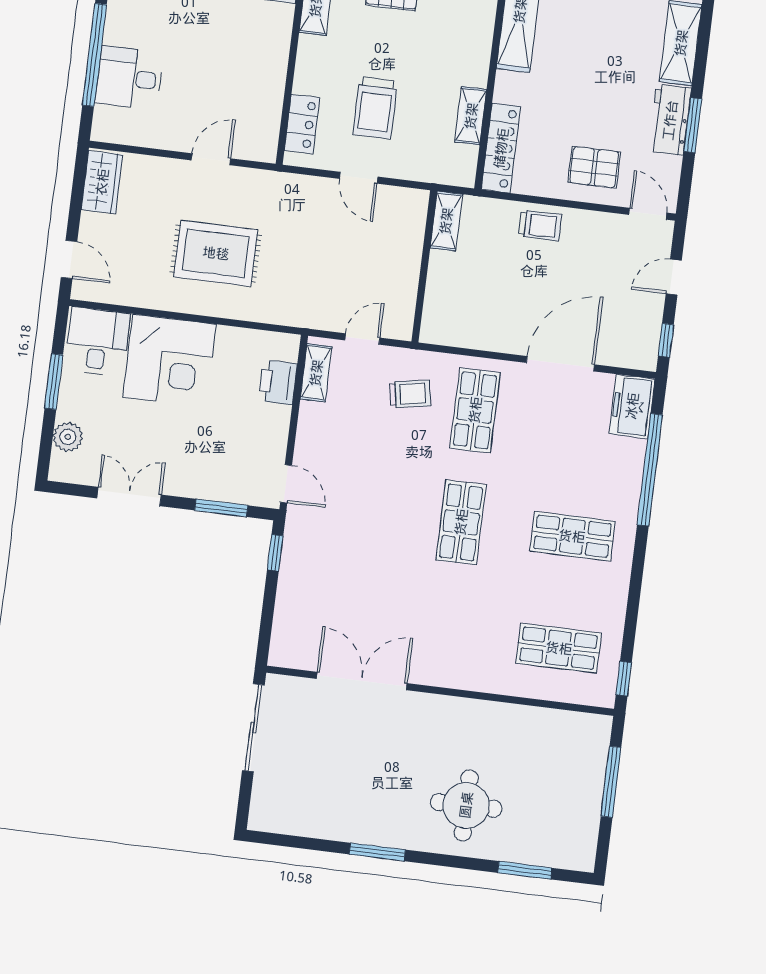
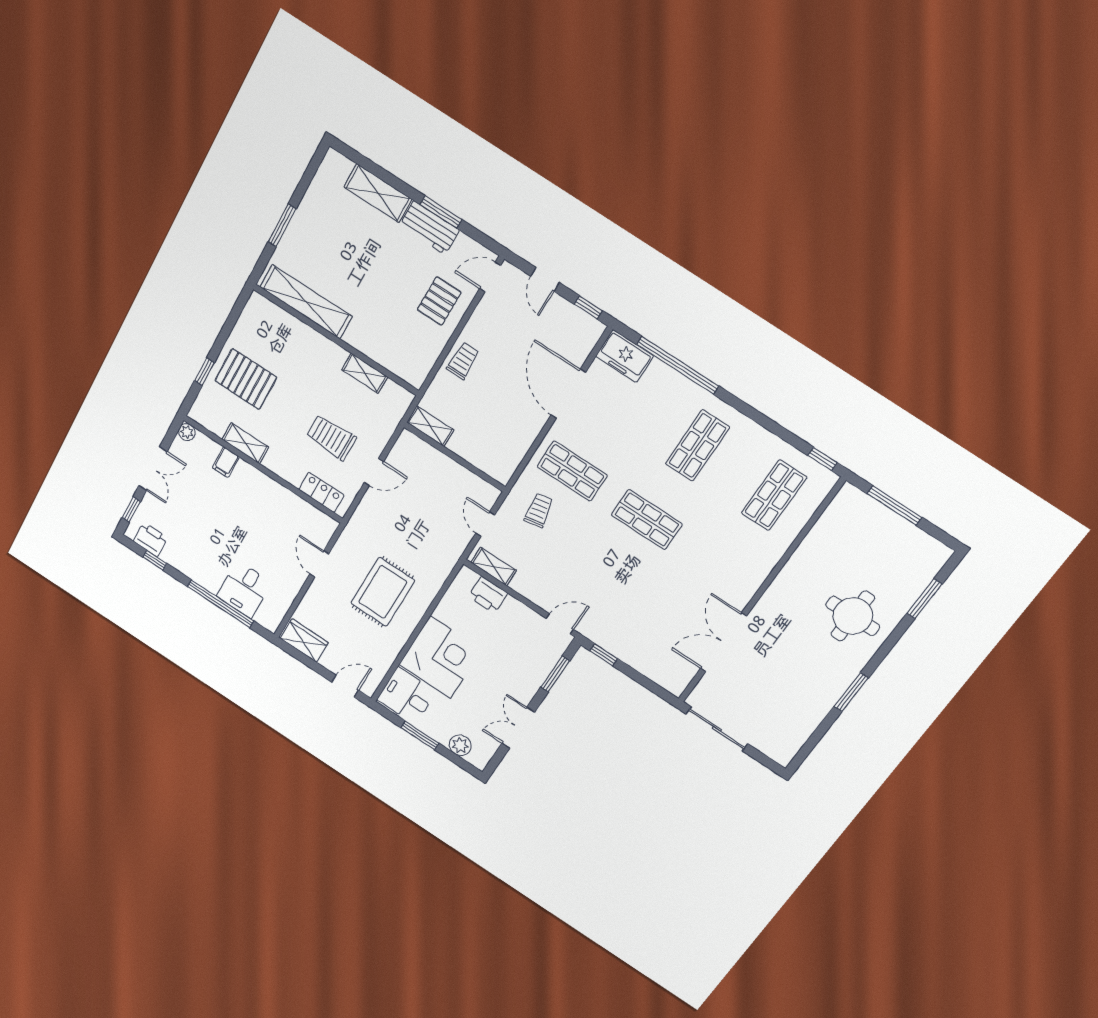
trolley: (375, 108) -> (331, 437), turned 180
locker: (501, 148) -> (396, 363), removed

